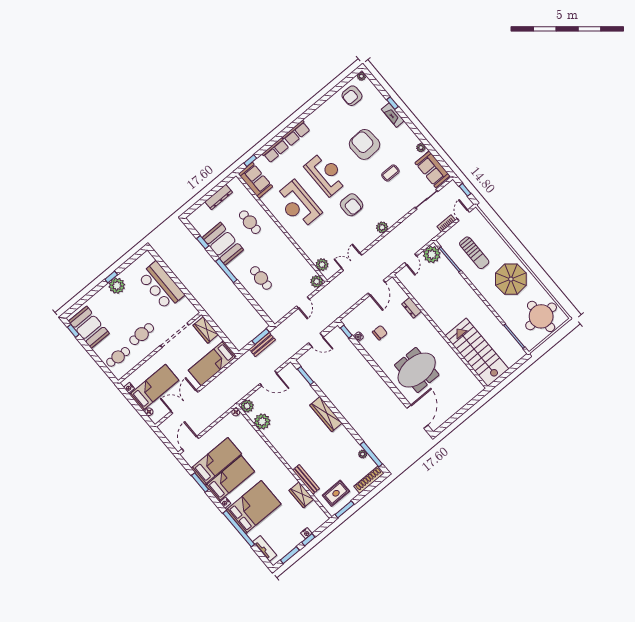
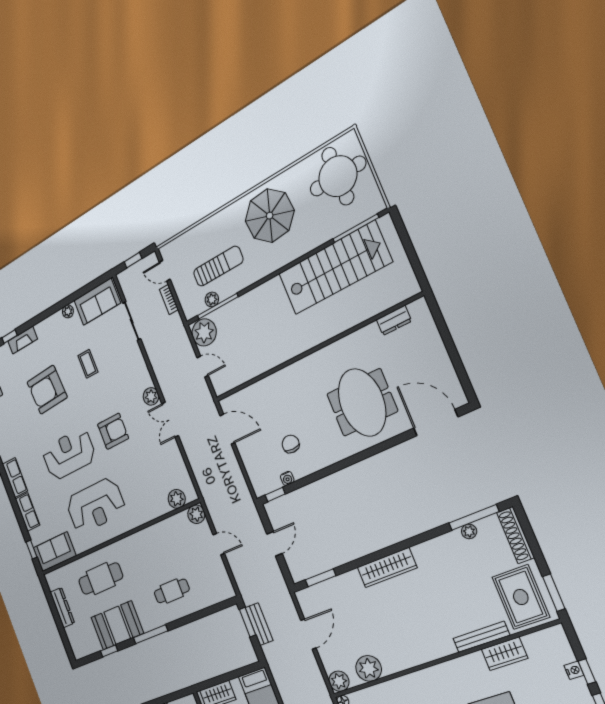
cafe table: (250, 222) -> (101, 579), width x1.37, depth x1.35
plant: (453, 254) -> (212, 299), added
double door: (352, 262) -> (170, 420), moved
dresser: (412, 308) -> (394, 320), moved
stairs: (477, 352) -> (335, 268), moved, turned 180
rug: (336, 493) -> (521, 597), width x1.36, depth x1.43

